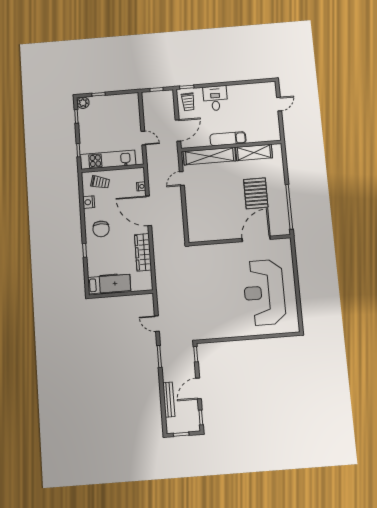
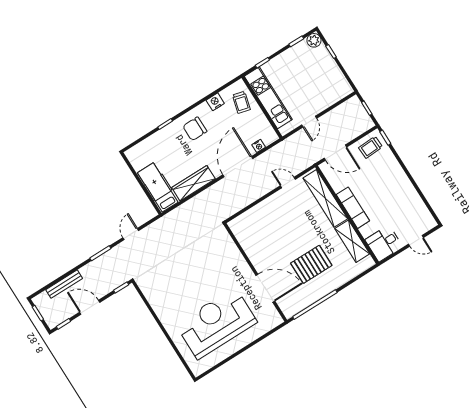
desk: (215, 98) -> (384, 243), moved, turned 180
hospital bed: (109, 284) -> (158, 187), moved, turned 180

